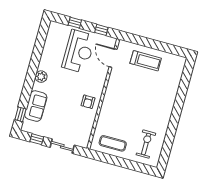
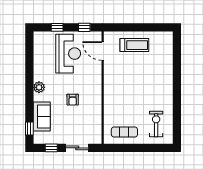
armchair: (88, 102) -> (73, 100), moved

